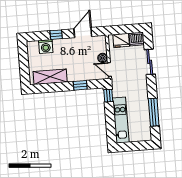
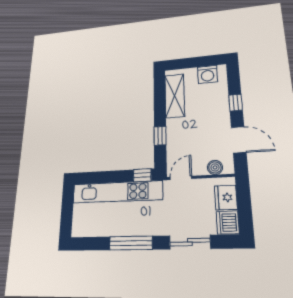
washing machine: (46, 46) -> (207, 74), moved, turned -90
boiler: (103, 58) -> (215, 167), moved
window: (154, 112) -> (131, 243), moved
kitchen unit: (121, 120) -> (117, 192), width x1.36

